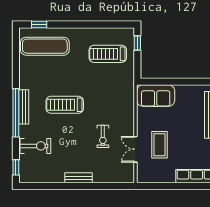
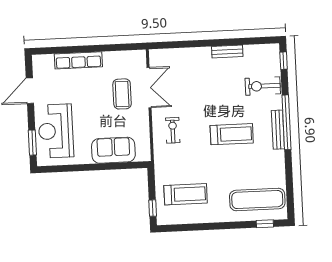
sofa: (156, 96) -> (113, 150), moved
exercise bike: (103, 136) -> (173, 130), moved
double door: (136, 149) -> (149, 88), width x1.37
bench: (79, 178) -> (227, 52), moved

